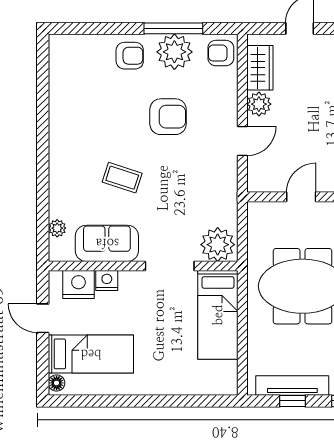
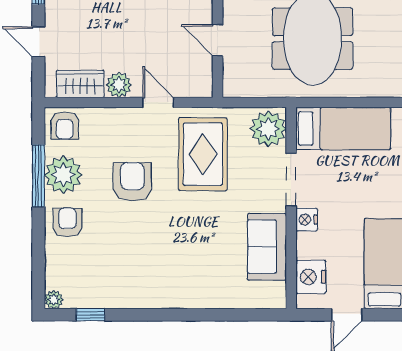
window: (43, 77) -> (90, 315), added
coffee table: (122, 178) -> (197, 230), removed
rug: (194, 183) -> (203, 154), added
plant: (57, 228) -> (54, 300), moved
nightstand: (107, 281) -> (307, 220), moved

